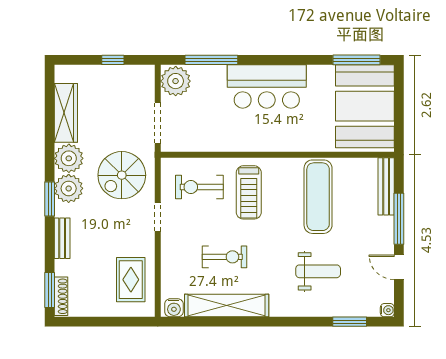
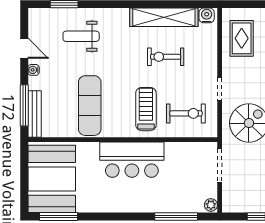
plant: (176, 81) -> (211, 205), width x0.53, depth x0.53
bar counter: (267, 86) -> (132, 160), moved, turned 180
window: (399, 219) -> (24, 105), moved
weight bench: (318, 271) -> (81, 36), moved
water cooler: (387, 310) -> (34, 70), moved

